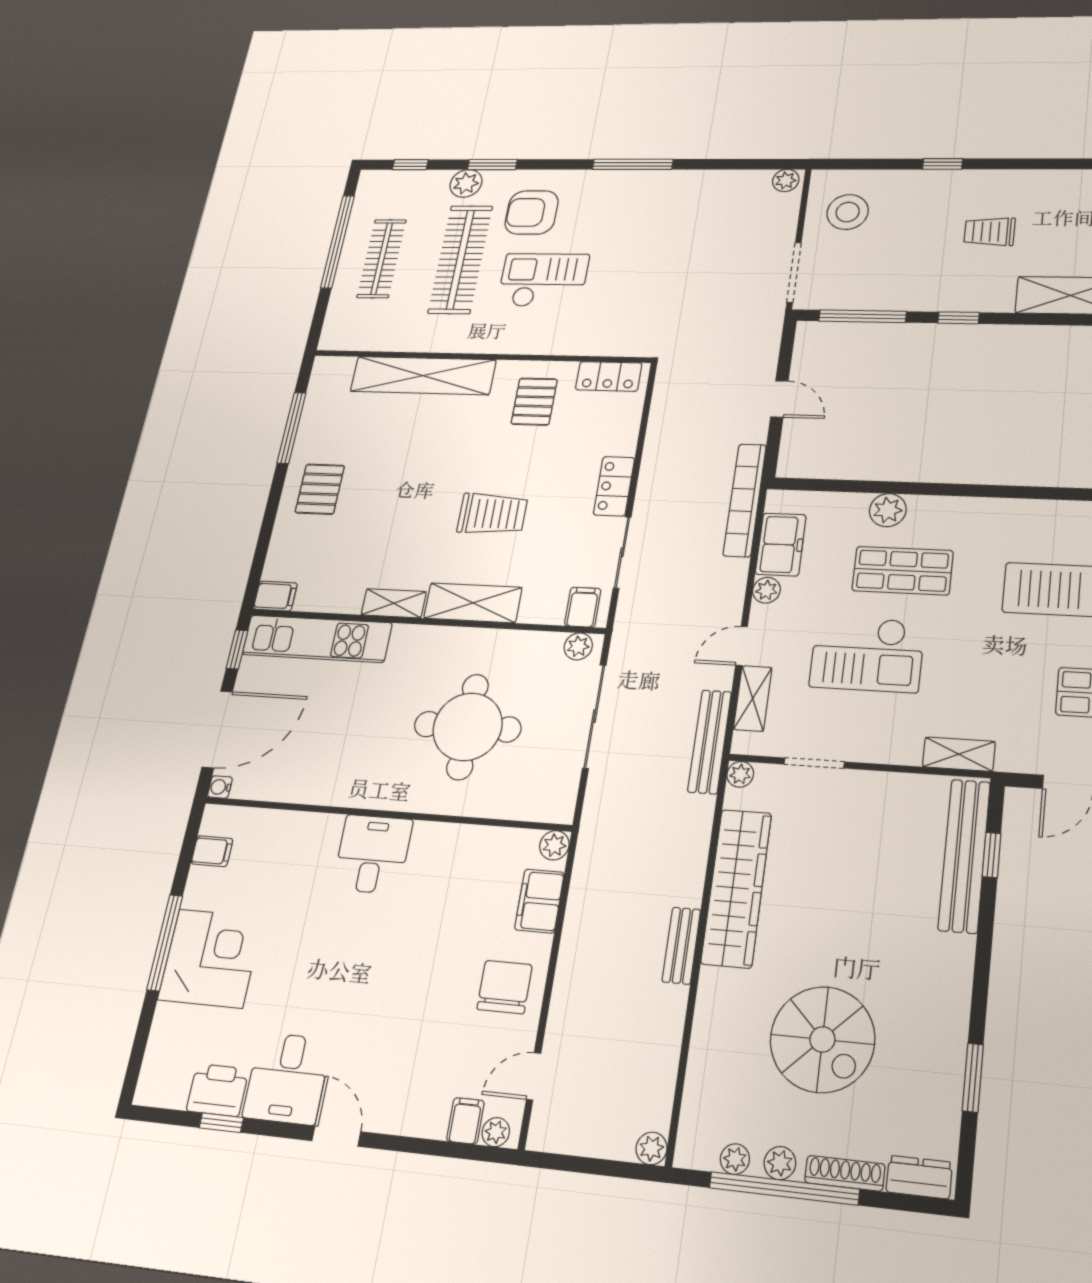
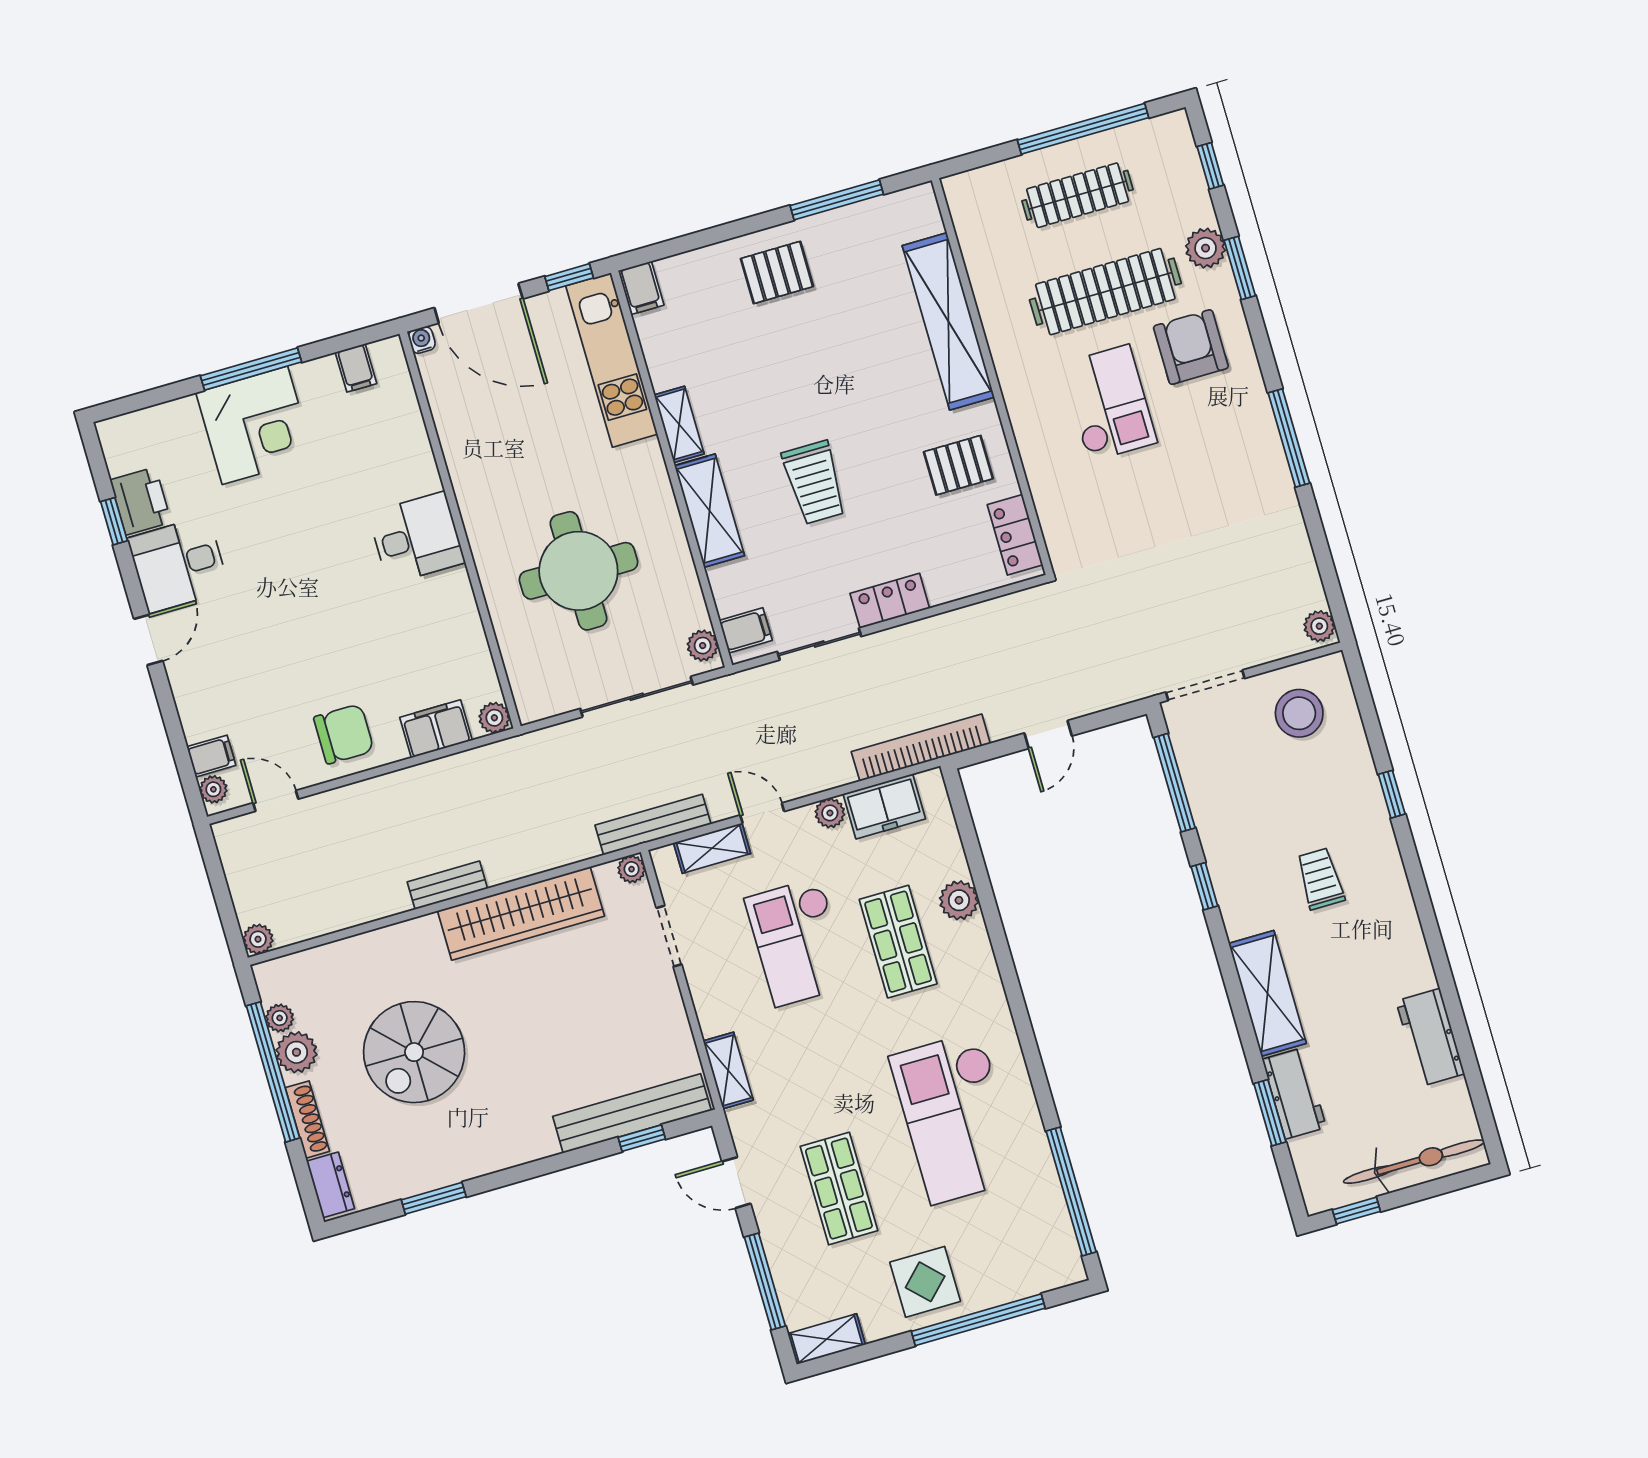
plant: (780, 1163) -> (296, 1052), width x1.38, depth x1.38

